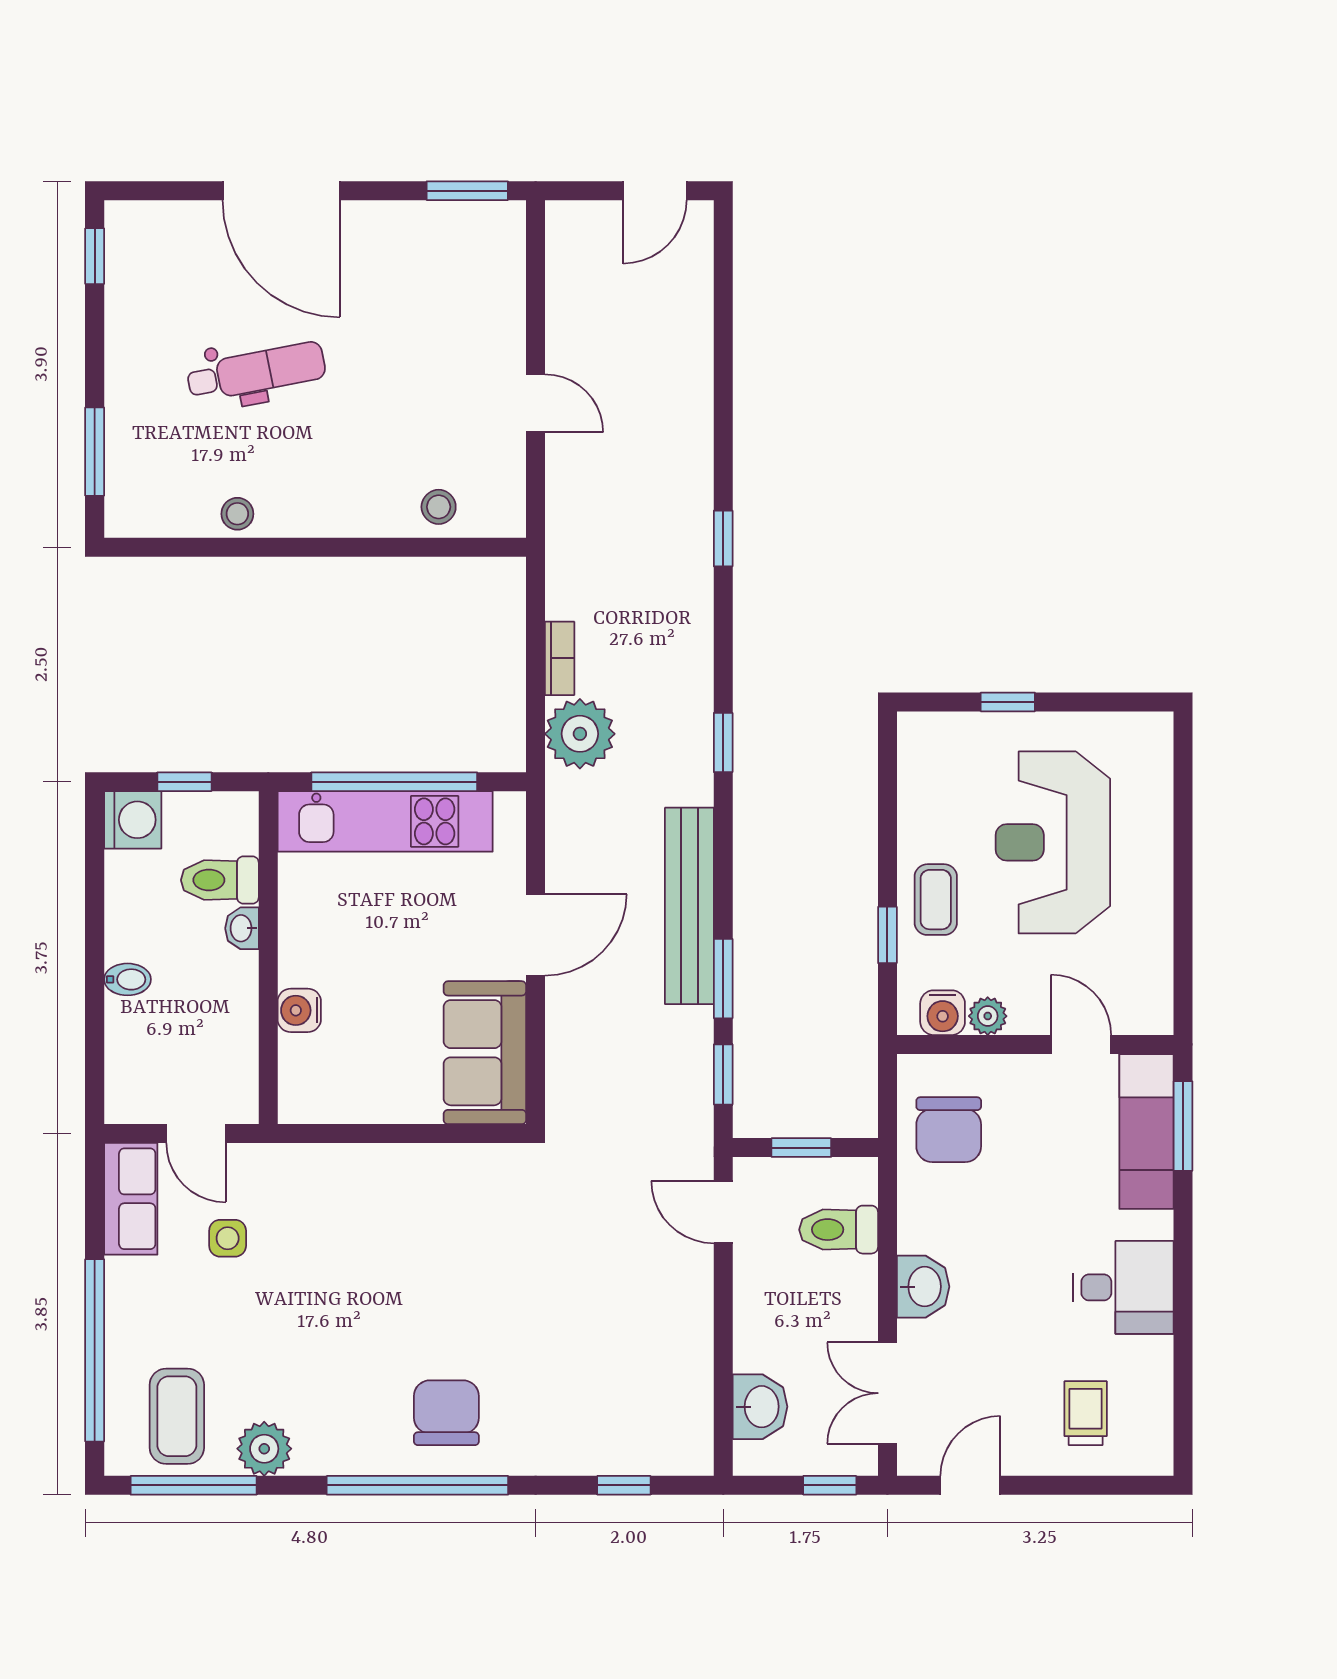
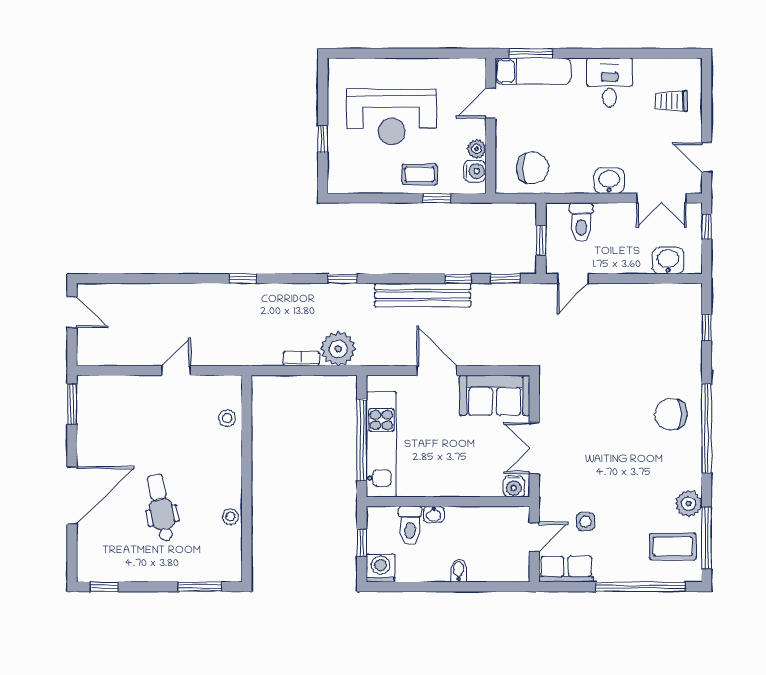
window: (723, 979) -> (458, 279), width x0.67
water cooler: (299, 1010) -> (514, 486), moved
double door: (377, 1134) -> (534, 448), added

